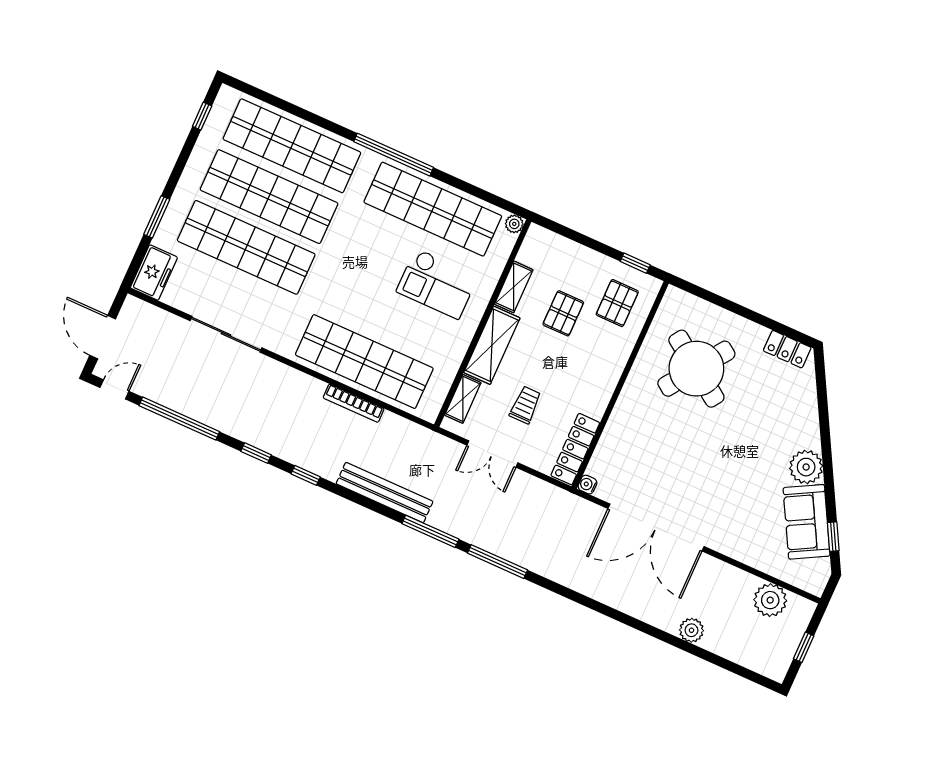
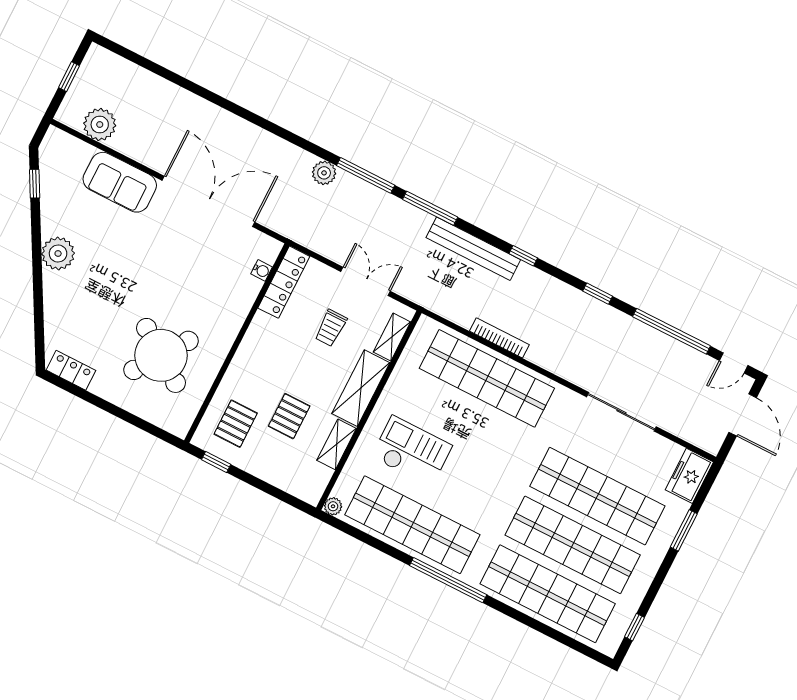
window: (306, 475) -> (523, 256), moved
water cooler: (587, 485) -> (262, 270), moved
sofa: (807, 522) -> (120, 182), moved, turned 119
plant: (691, 630) -> (324, 173), moved

